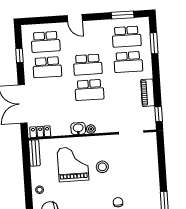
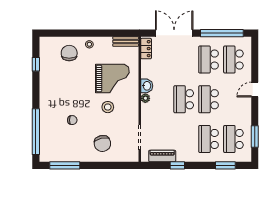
window: (19, 55) -> (222, 33), width x3.17
piano: (148, 93) -> (162, 156), moved
window: (159, 114) -> (177, 165), moved
chair: (140, 170) -> (102, 143), added

